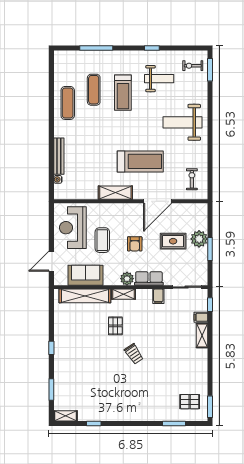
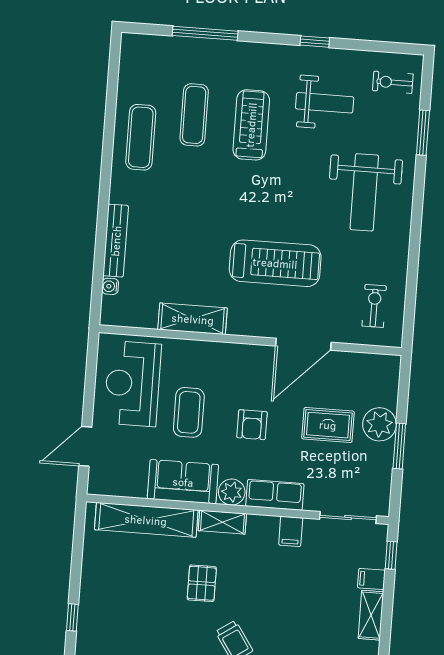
window: (210, 70) -> (423, 133), moved
treadmill: (123, 93) -> (251, 125), turned 180
weight bench: (183, 122) -> (364, 192), turned -90
shelving: (115, 193) -> (193, 319), moved
sofa: (86, 275) -> (183, 482), moved

